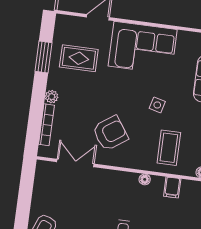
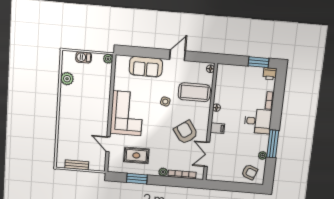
rug: (79, 58) -> (136, 155), turned 90
coffee table: (169, 148) -> (194, 92), width x1.36, depth x1.32
filing cabinet: (172, 187) -> (217, 128), moved

